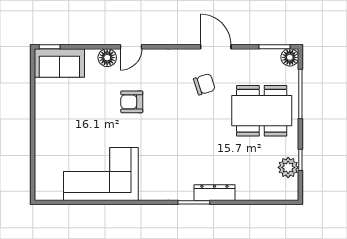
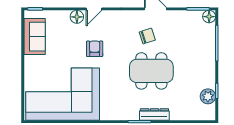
sofa: (59, 63) -> (35, 37), moved, turned -90
armchair: (132, 102) -> (95, 49), turned 90
dining table: (262, 111) -> (151, 71), moved
corner sofa: (101, 174) -> (63, 94), width x1.36, depth x1.36

